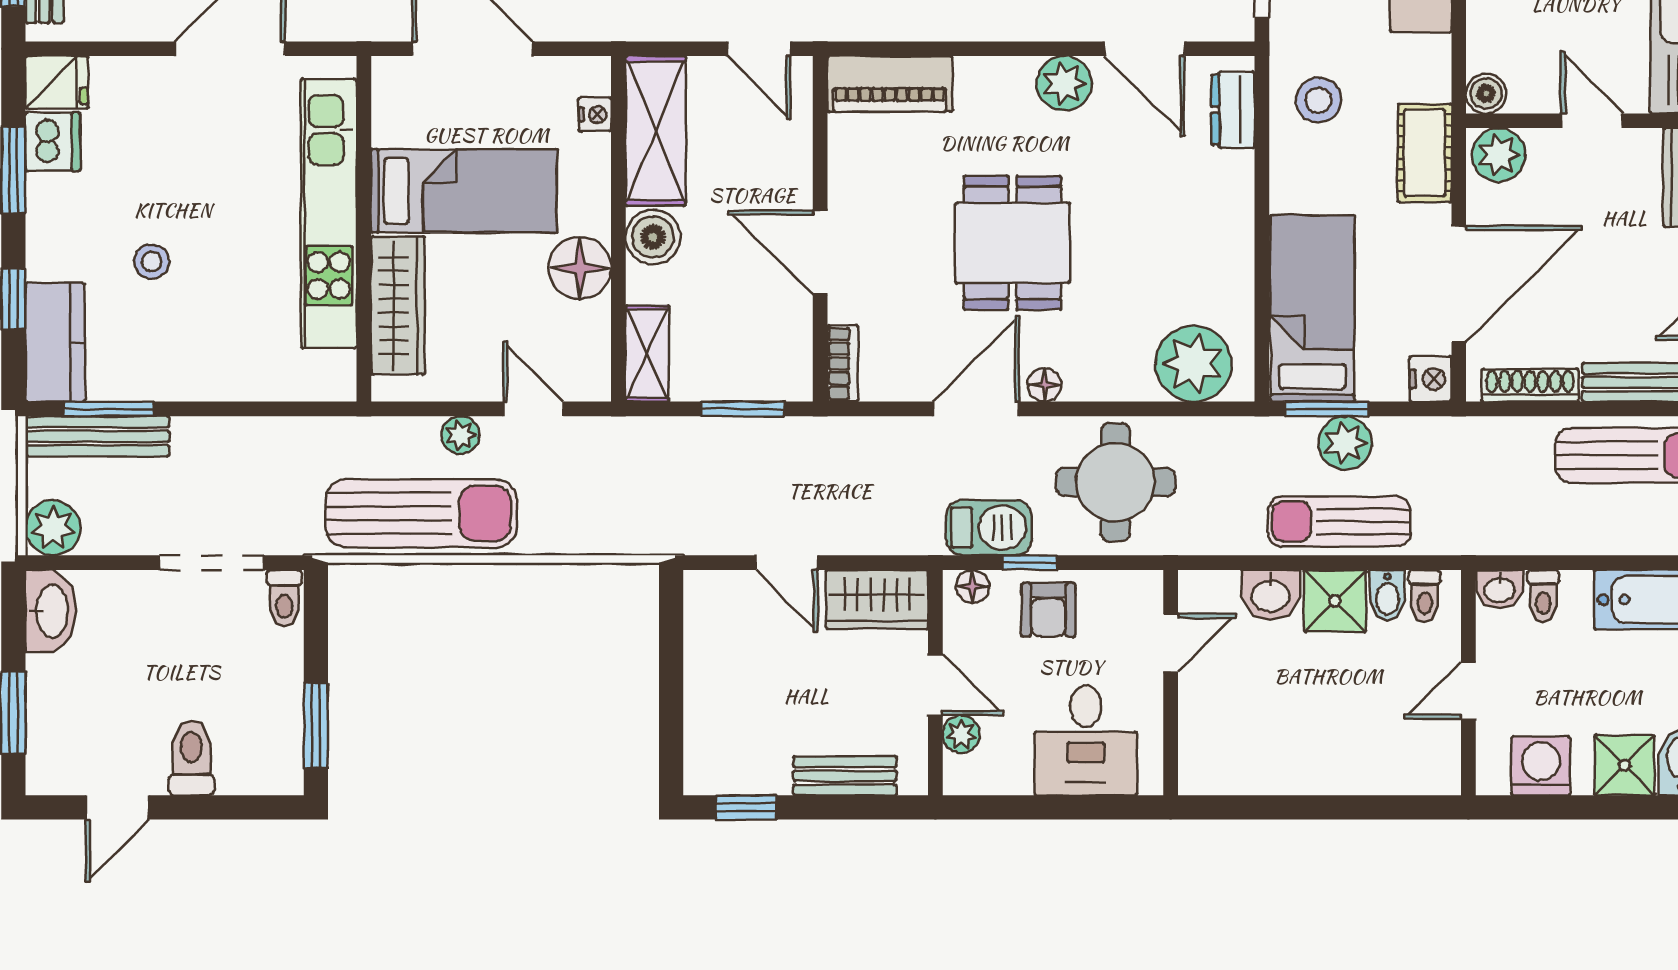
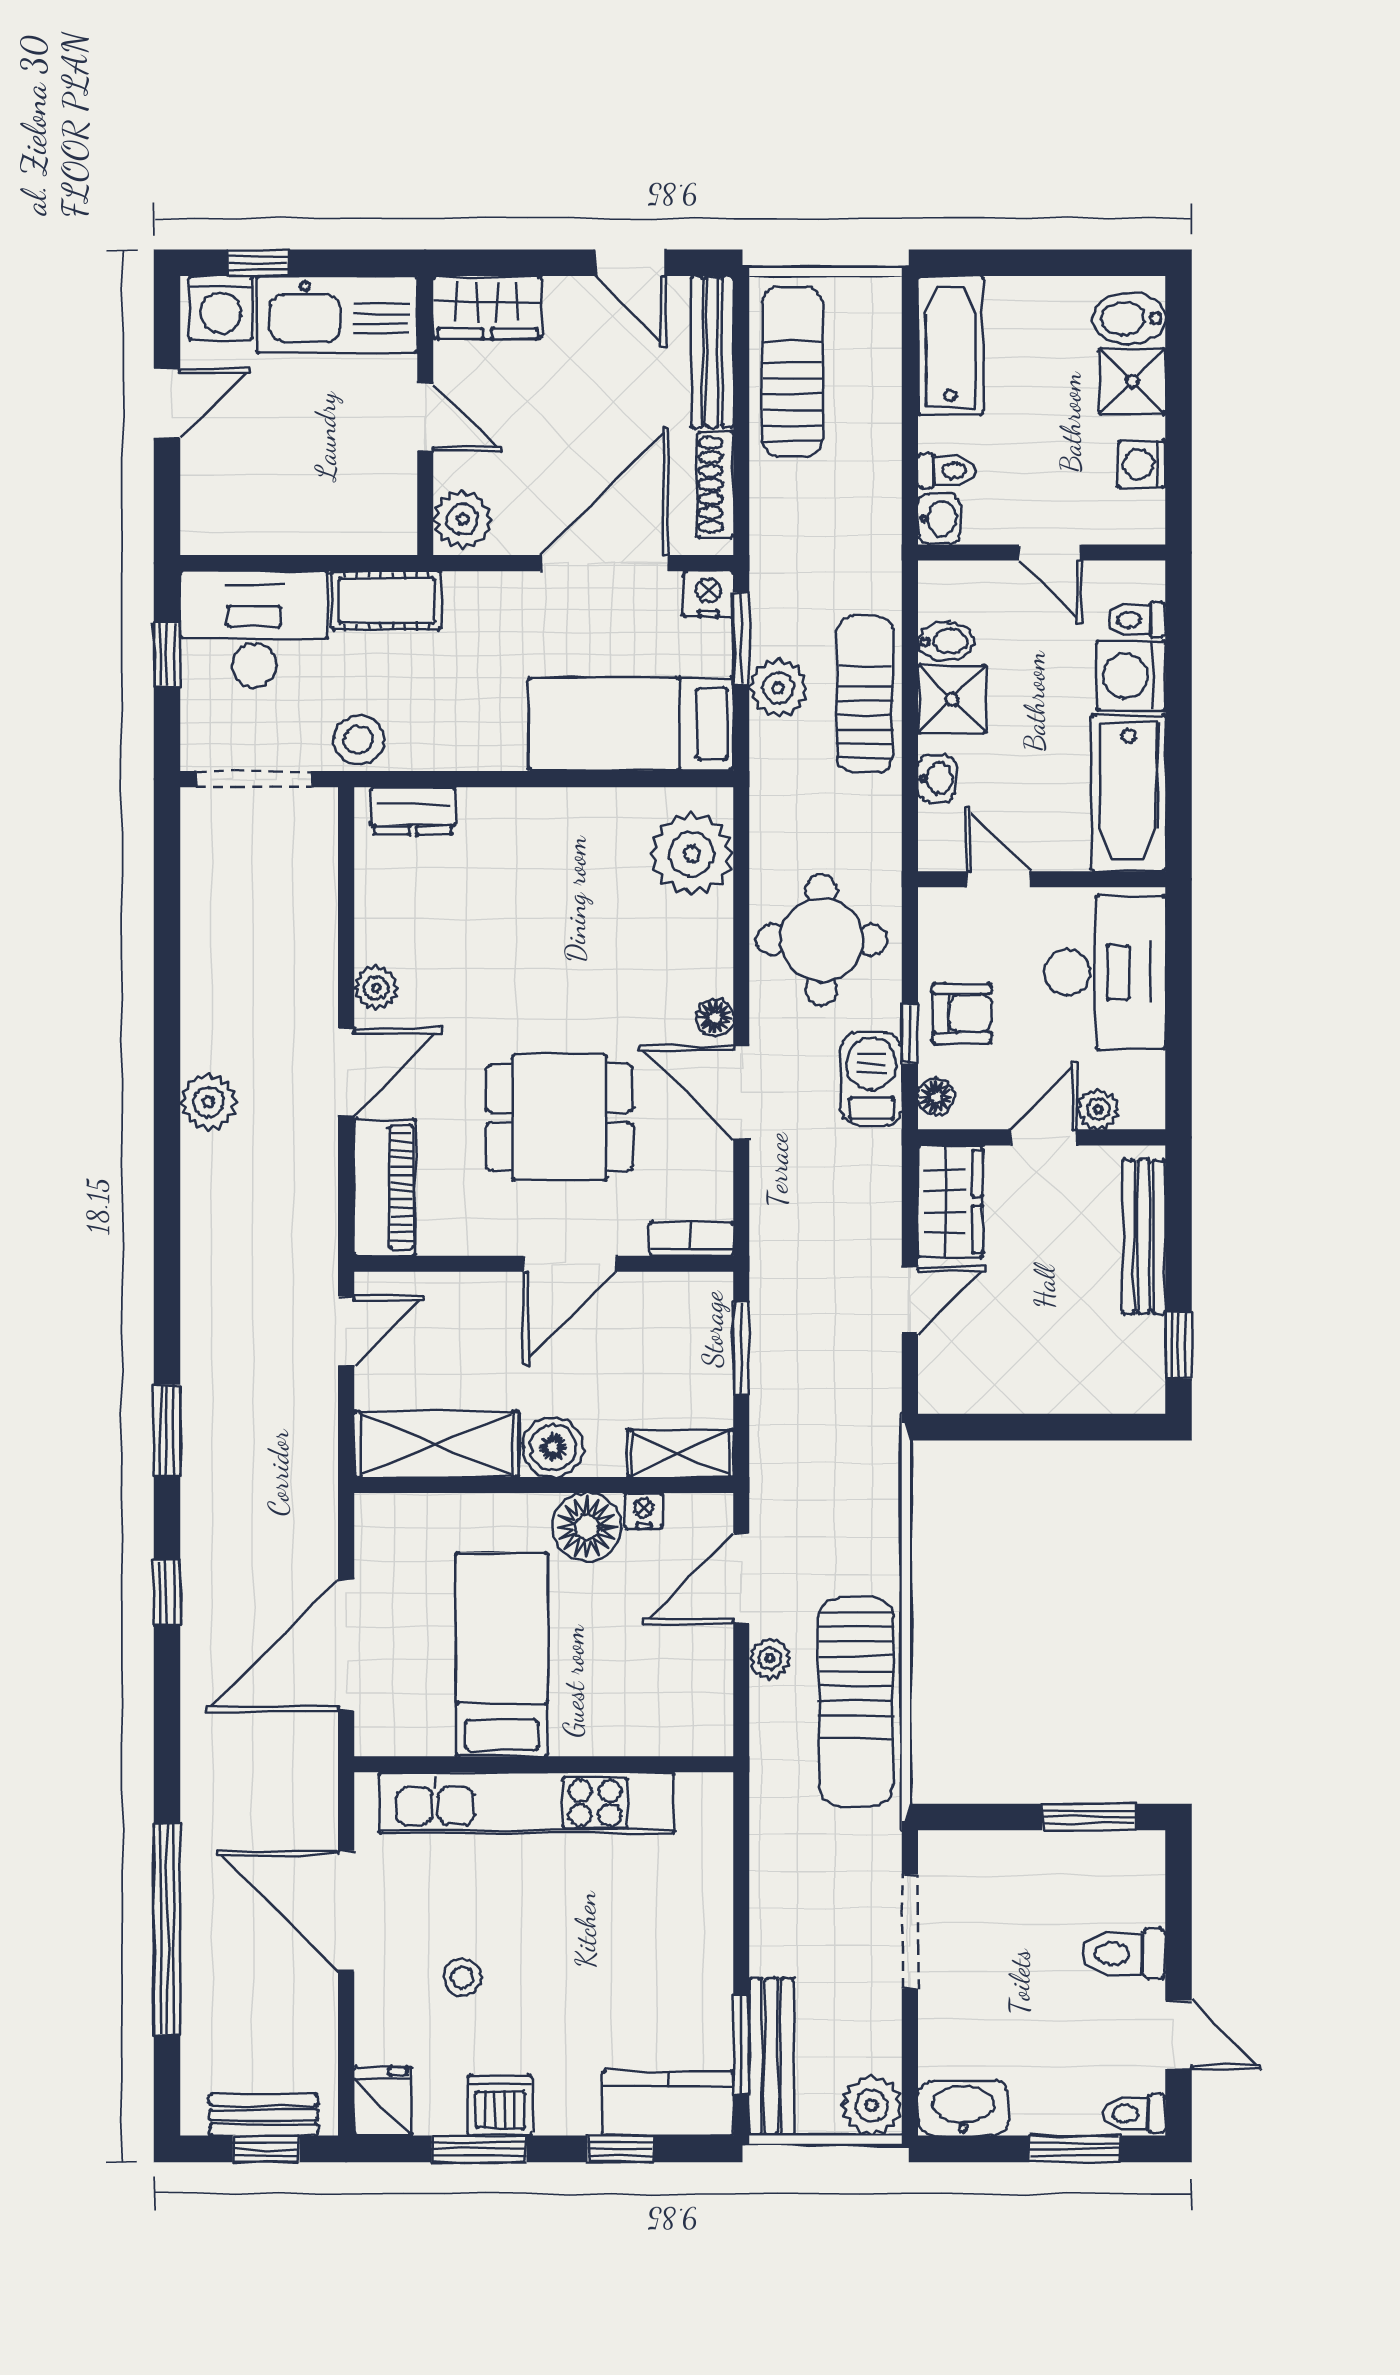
door: (1145, 49) -> (346, 1072), moved
plant: (1064, 83) -> (376, 988), width x0.73, depth x0.73
boiler: (1486, 93) -> (395, 533), removed
stool: (1319, 100) -> (358, 740), moved
nightstand: (595, 114) -> (644, 1511), moved
door: (1592, 121) -> (425, 417), swing flipped
dishwasher: (53, 142) -> (500, 2106), moved
cot: (1425, 153) -> (387, 601), moved
dining table: (1012, 243) -> (560, 1117), moved
stool: (152, 262) -> (462, 1978), moved
door: (1459, 284) -> (604, 563), hinge flipped
wardrobe: (398, 306) -> (628, 1727), removed
door: (533, 409) -> (741, 1579), width x1.38
window: (1327, 409) -> (741, 638), moved
sun lounger: (421, 513) -> (856, 1701), turned 180
sun lounger: (1339, 521) -> (865, 694), turned 180
washbasin: (1271, 595) -> (937, 778), width x0.72, depth x0.69
toilet: (1425, 596) -> (1137, 619), moved, turned 180
toilet: (284, 598) -> (1134, 2114), moved, turned 180
desk: (1086, 740) -> (1105, 972), width x1.37
bathtub: (1249, 762) -> (1128, 793), added
washing machine: (1356, 764) -> (1131, 676), added
washing machine: (1541, 766) -> (1142, 464), width x0.73, depth x0.73
bench: (845, 776) -> (1144, 1236), width x1.36

